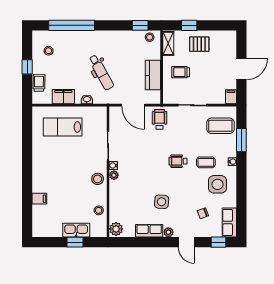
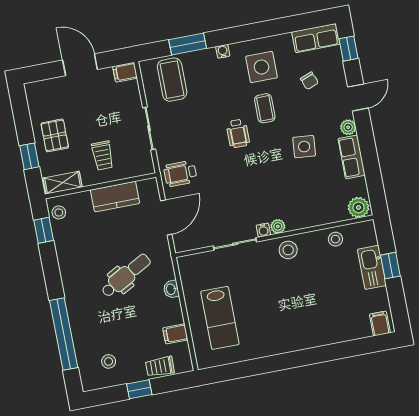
filing cabinet: (63, 97) -> (175, 334), width x0.50
coffee table: (206, 162) -> (265, 108), moved
filing cabinet: (39, 199) -> (380, 324), moved

